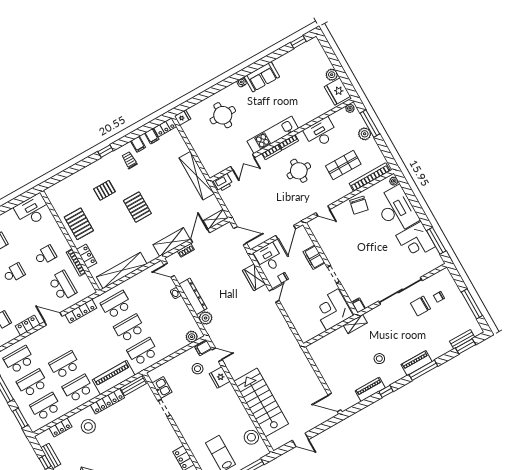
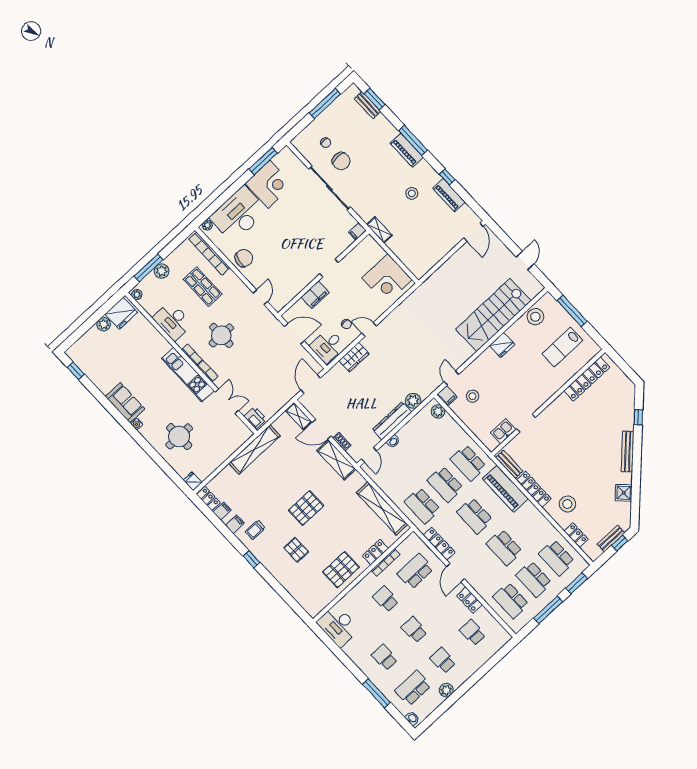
corner desk: (332, 310) -> (387, 279), moved
fridge: (220, 378) -> (502, 345), moved
school desk: (78, 388) -> (475, 516), moved

